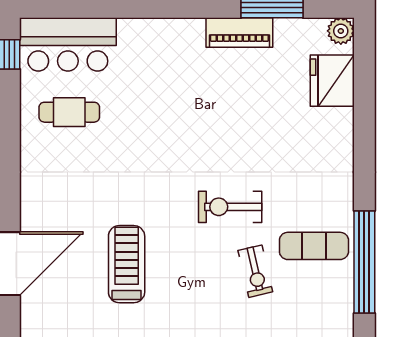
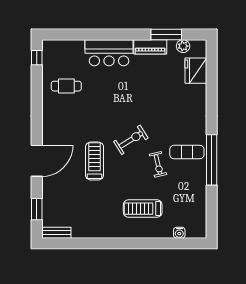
plant: (341, 31) -> (183, 46), moved
bar counter: (68, 44) -> (109, 53), moved
exercise bike: (230, 207) -> (131, 140), moved, turned 148

